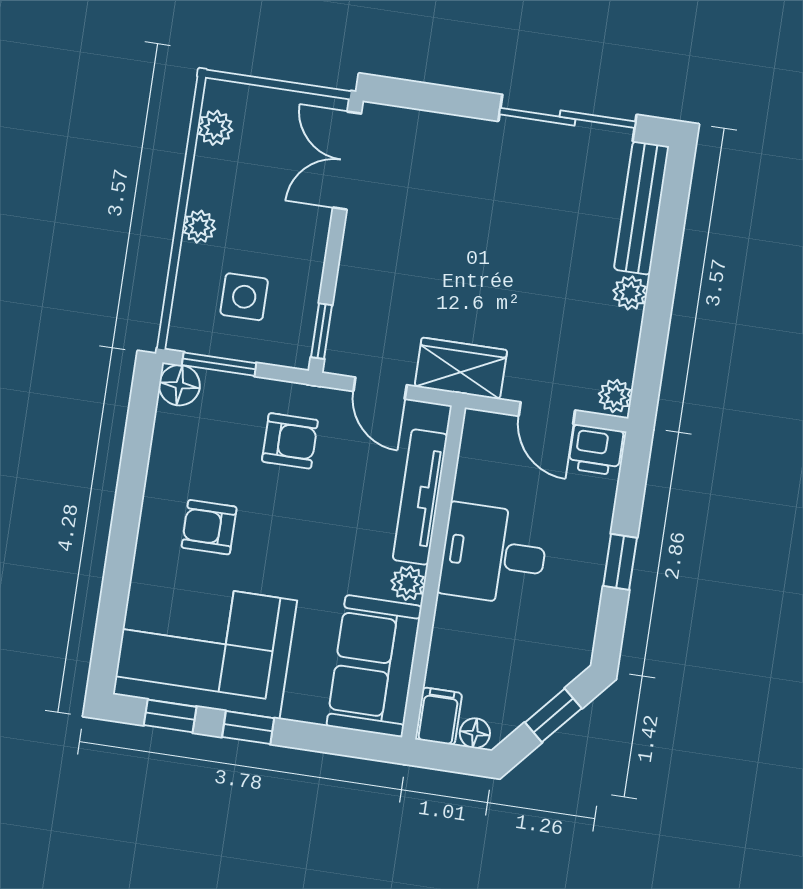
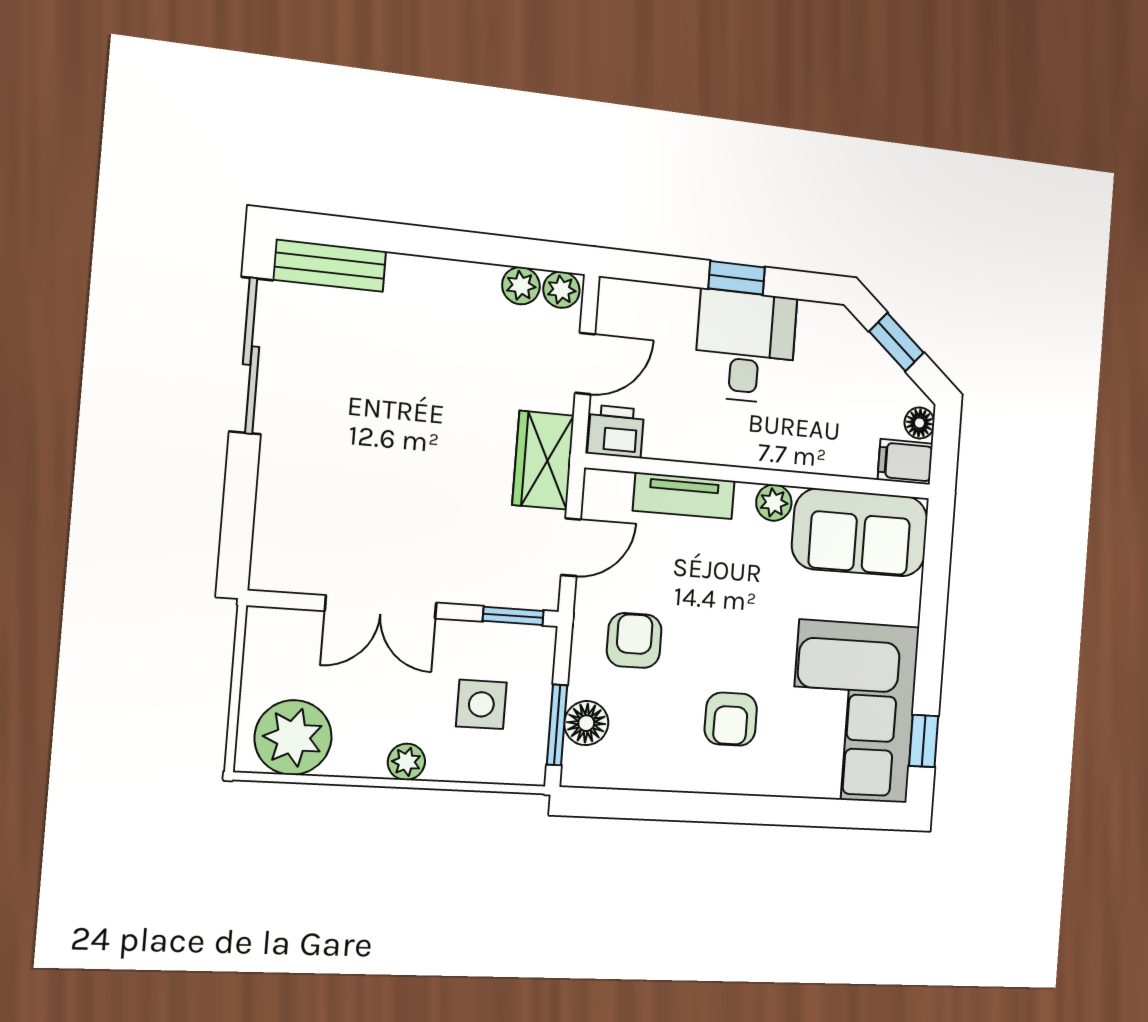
plant: (215, 128) -> (293, 737), width x1.88, depth x1.88
double door: (347, 161) -> (381, 607), moved
bench: (641, 208) -> (330, 265), width x0.73
plant: (630, 293) -> (521, 286), moved
floor lamp: (179, 385) -> (586, 723), moved
printer: (596, 450) -> (616, 432), moved, turned -90
tv unit: (420, 497) -> (684, 496), width x0.71
desk: (494, 554) -> (745, 347), moved, turned 180
window: (248, 728) -> (930, 659), removed

